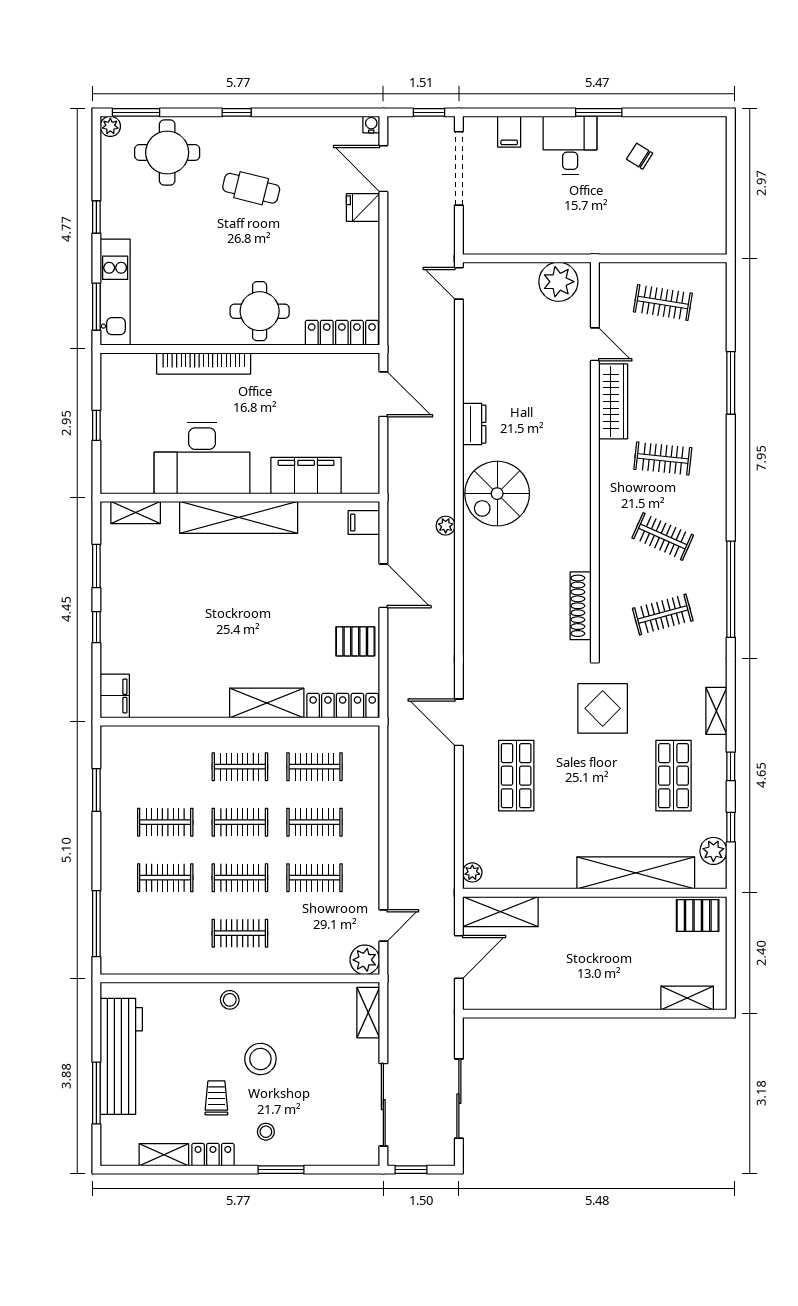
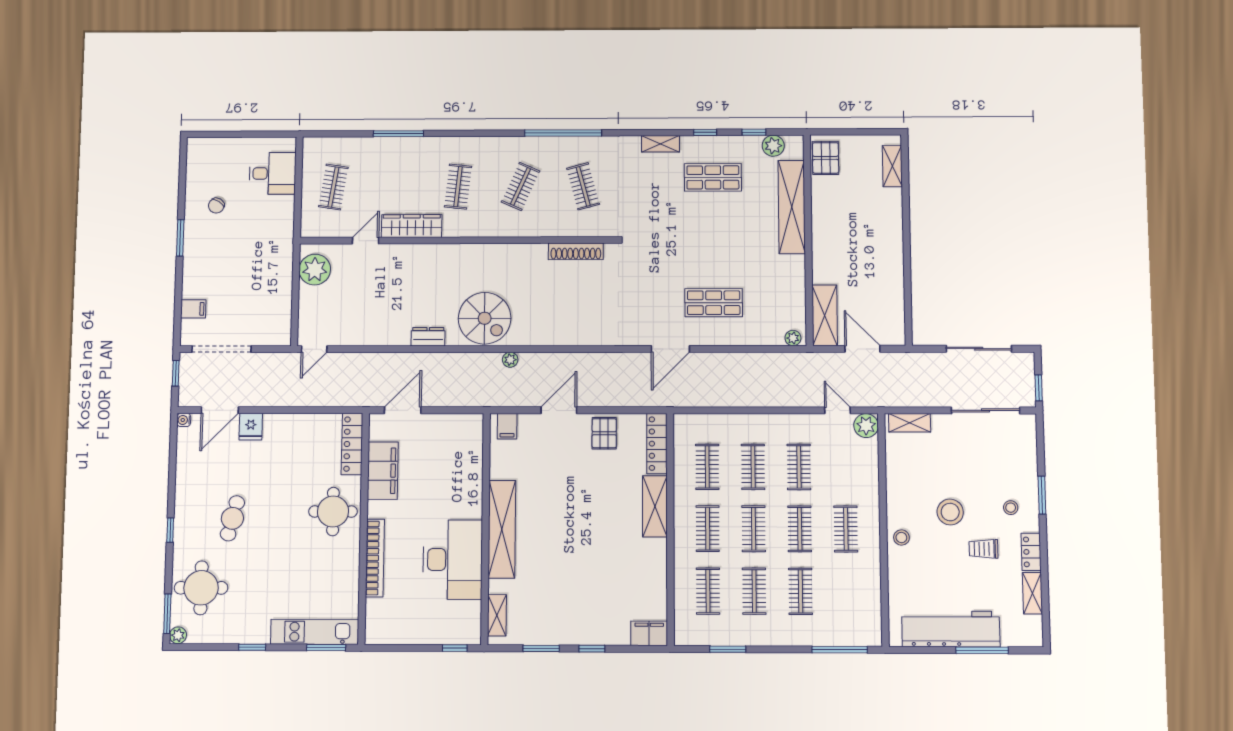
desk: (570, 145) -> (273, 173), moved, turned 180
window: (96, 425) -> (455, 648), moved
filing cabinet: (306, 476) -> (383, 471), moved, turned 180
display table: (603, 708) -> (659, 234), removed
clothes rail: (165, 767) -> (708, 591), added

